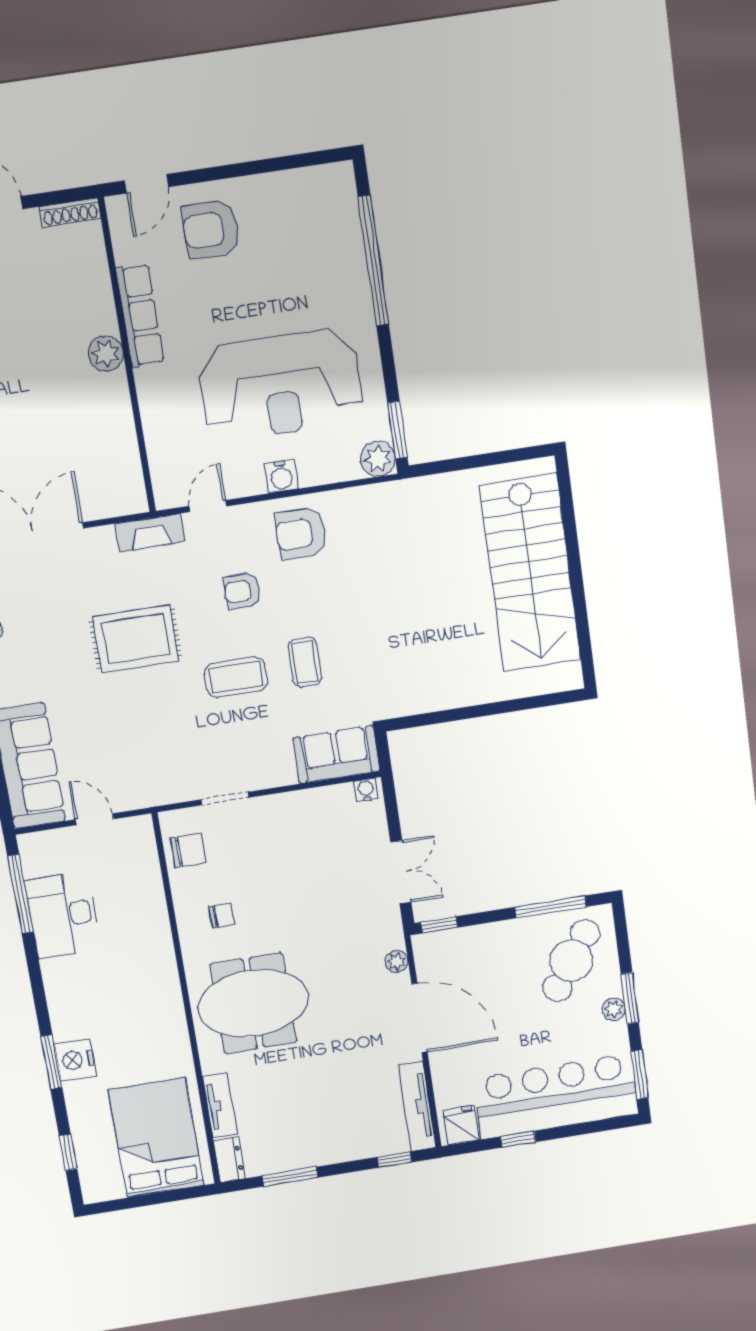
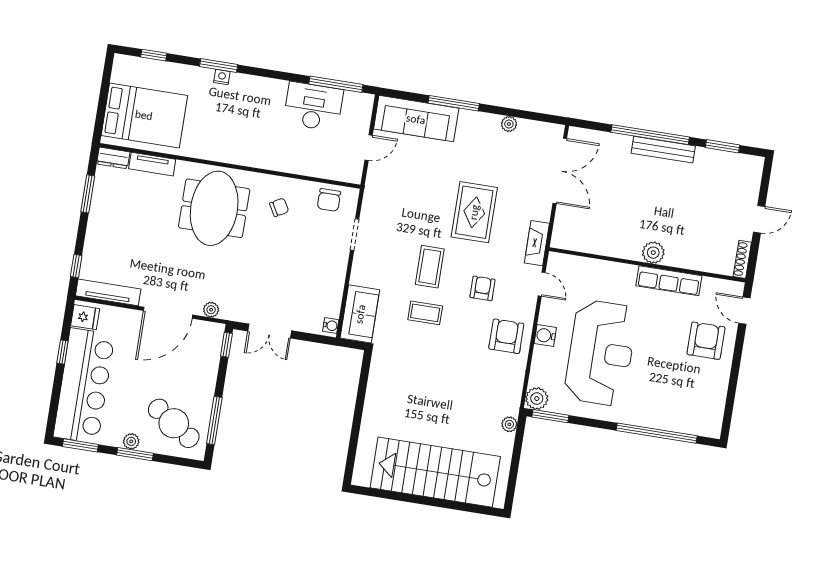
reception desk: (281, 385) -> (601, 353), turned 180
plant: (428, 487) -> (509, 424), added
chair: (222, 916) -> (279, 207), turned -120
nightstand: (75, 1060) -> (222, 77), width x0.53, depth x0.56

